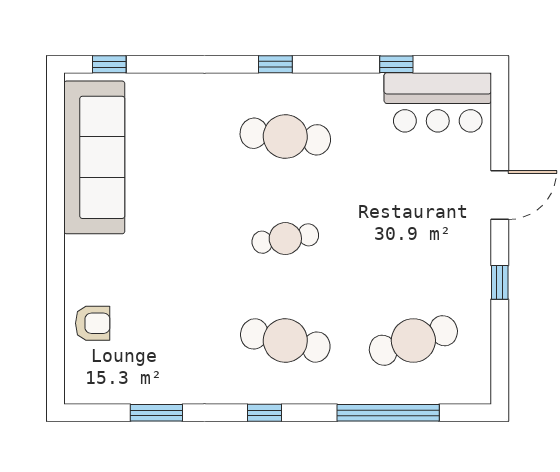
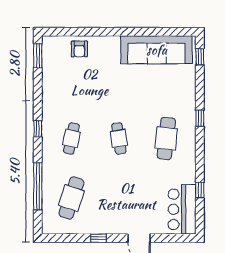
window: (275, 64) -> (200, 118), moved
cafe table: (285, 340) -> (71, 138), width x0.73, depth x0.74
cafe table: (413, 340) -> (71, 198), turned 36
window: (156, 413) -> (38, 56), moved

